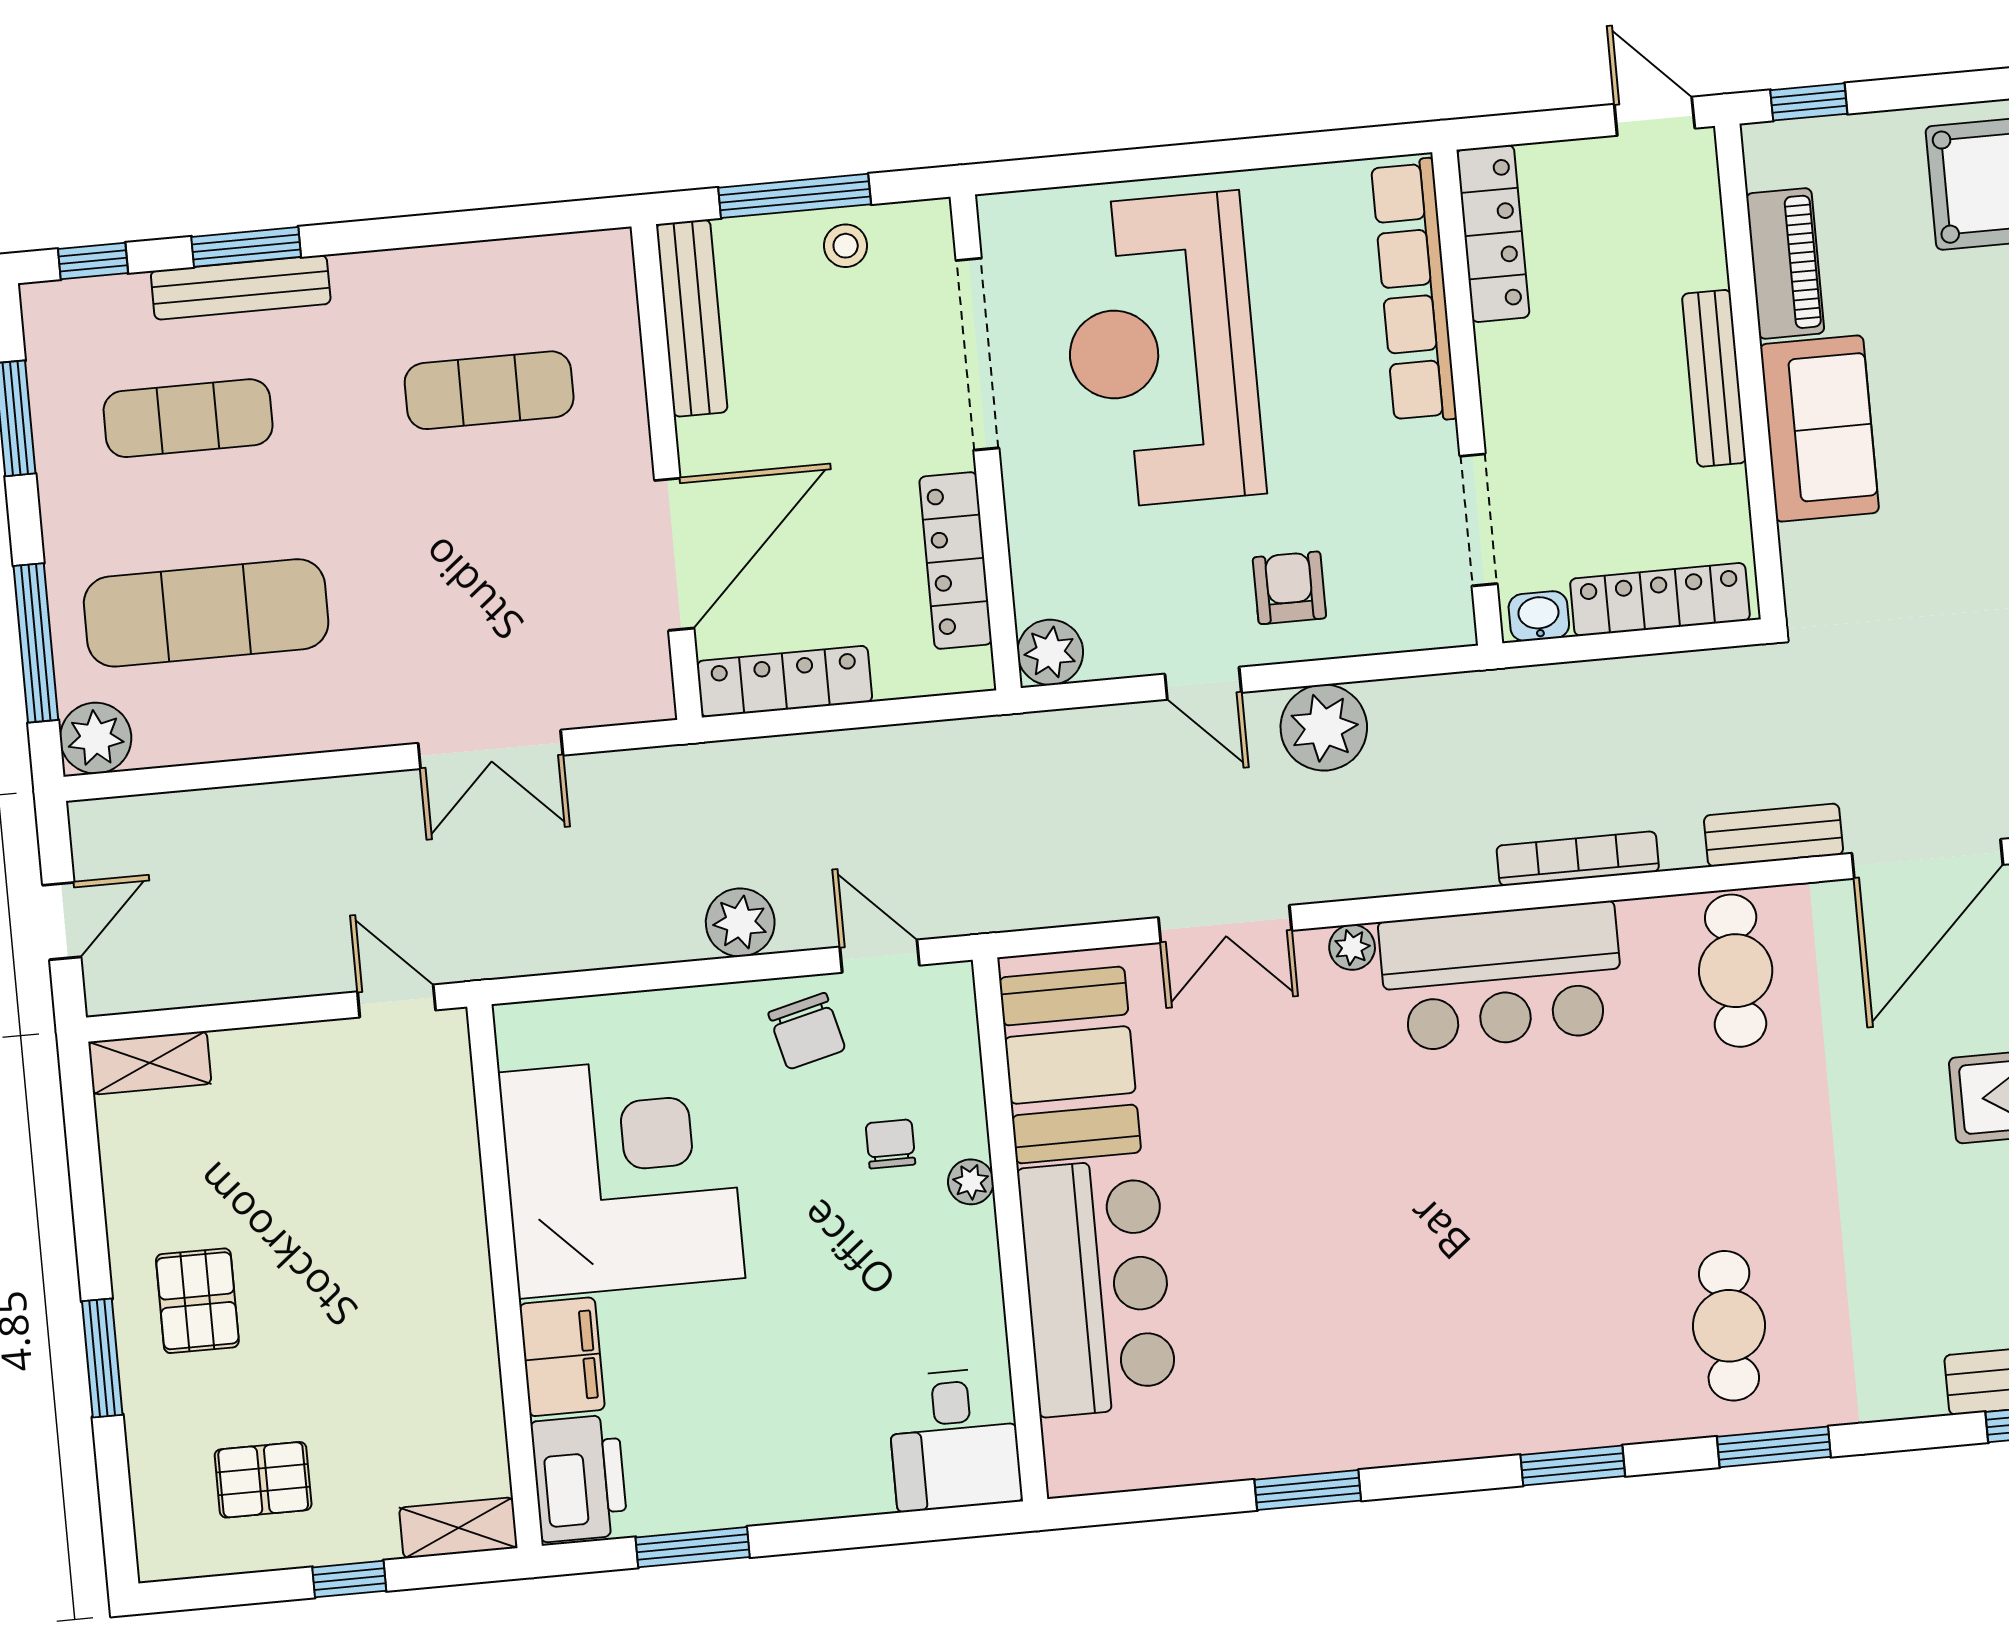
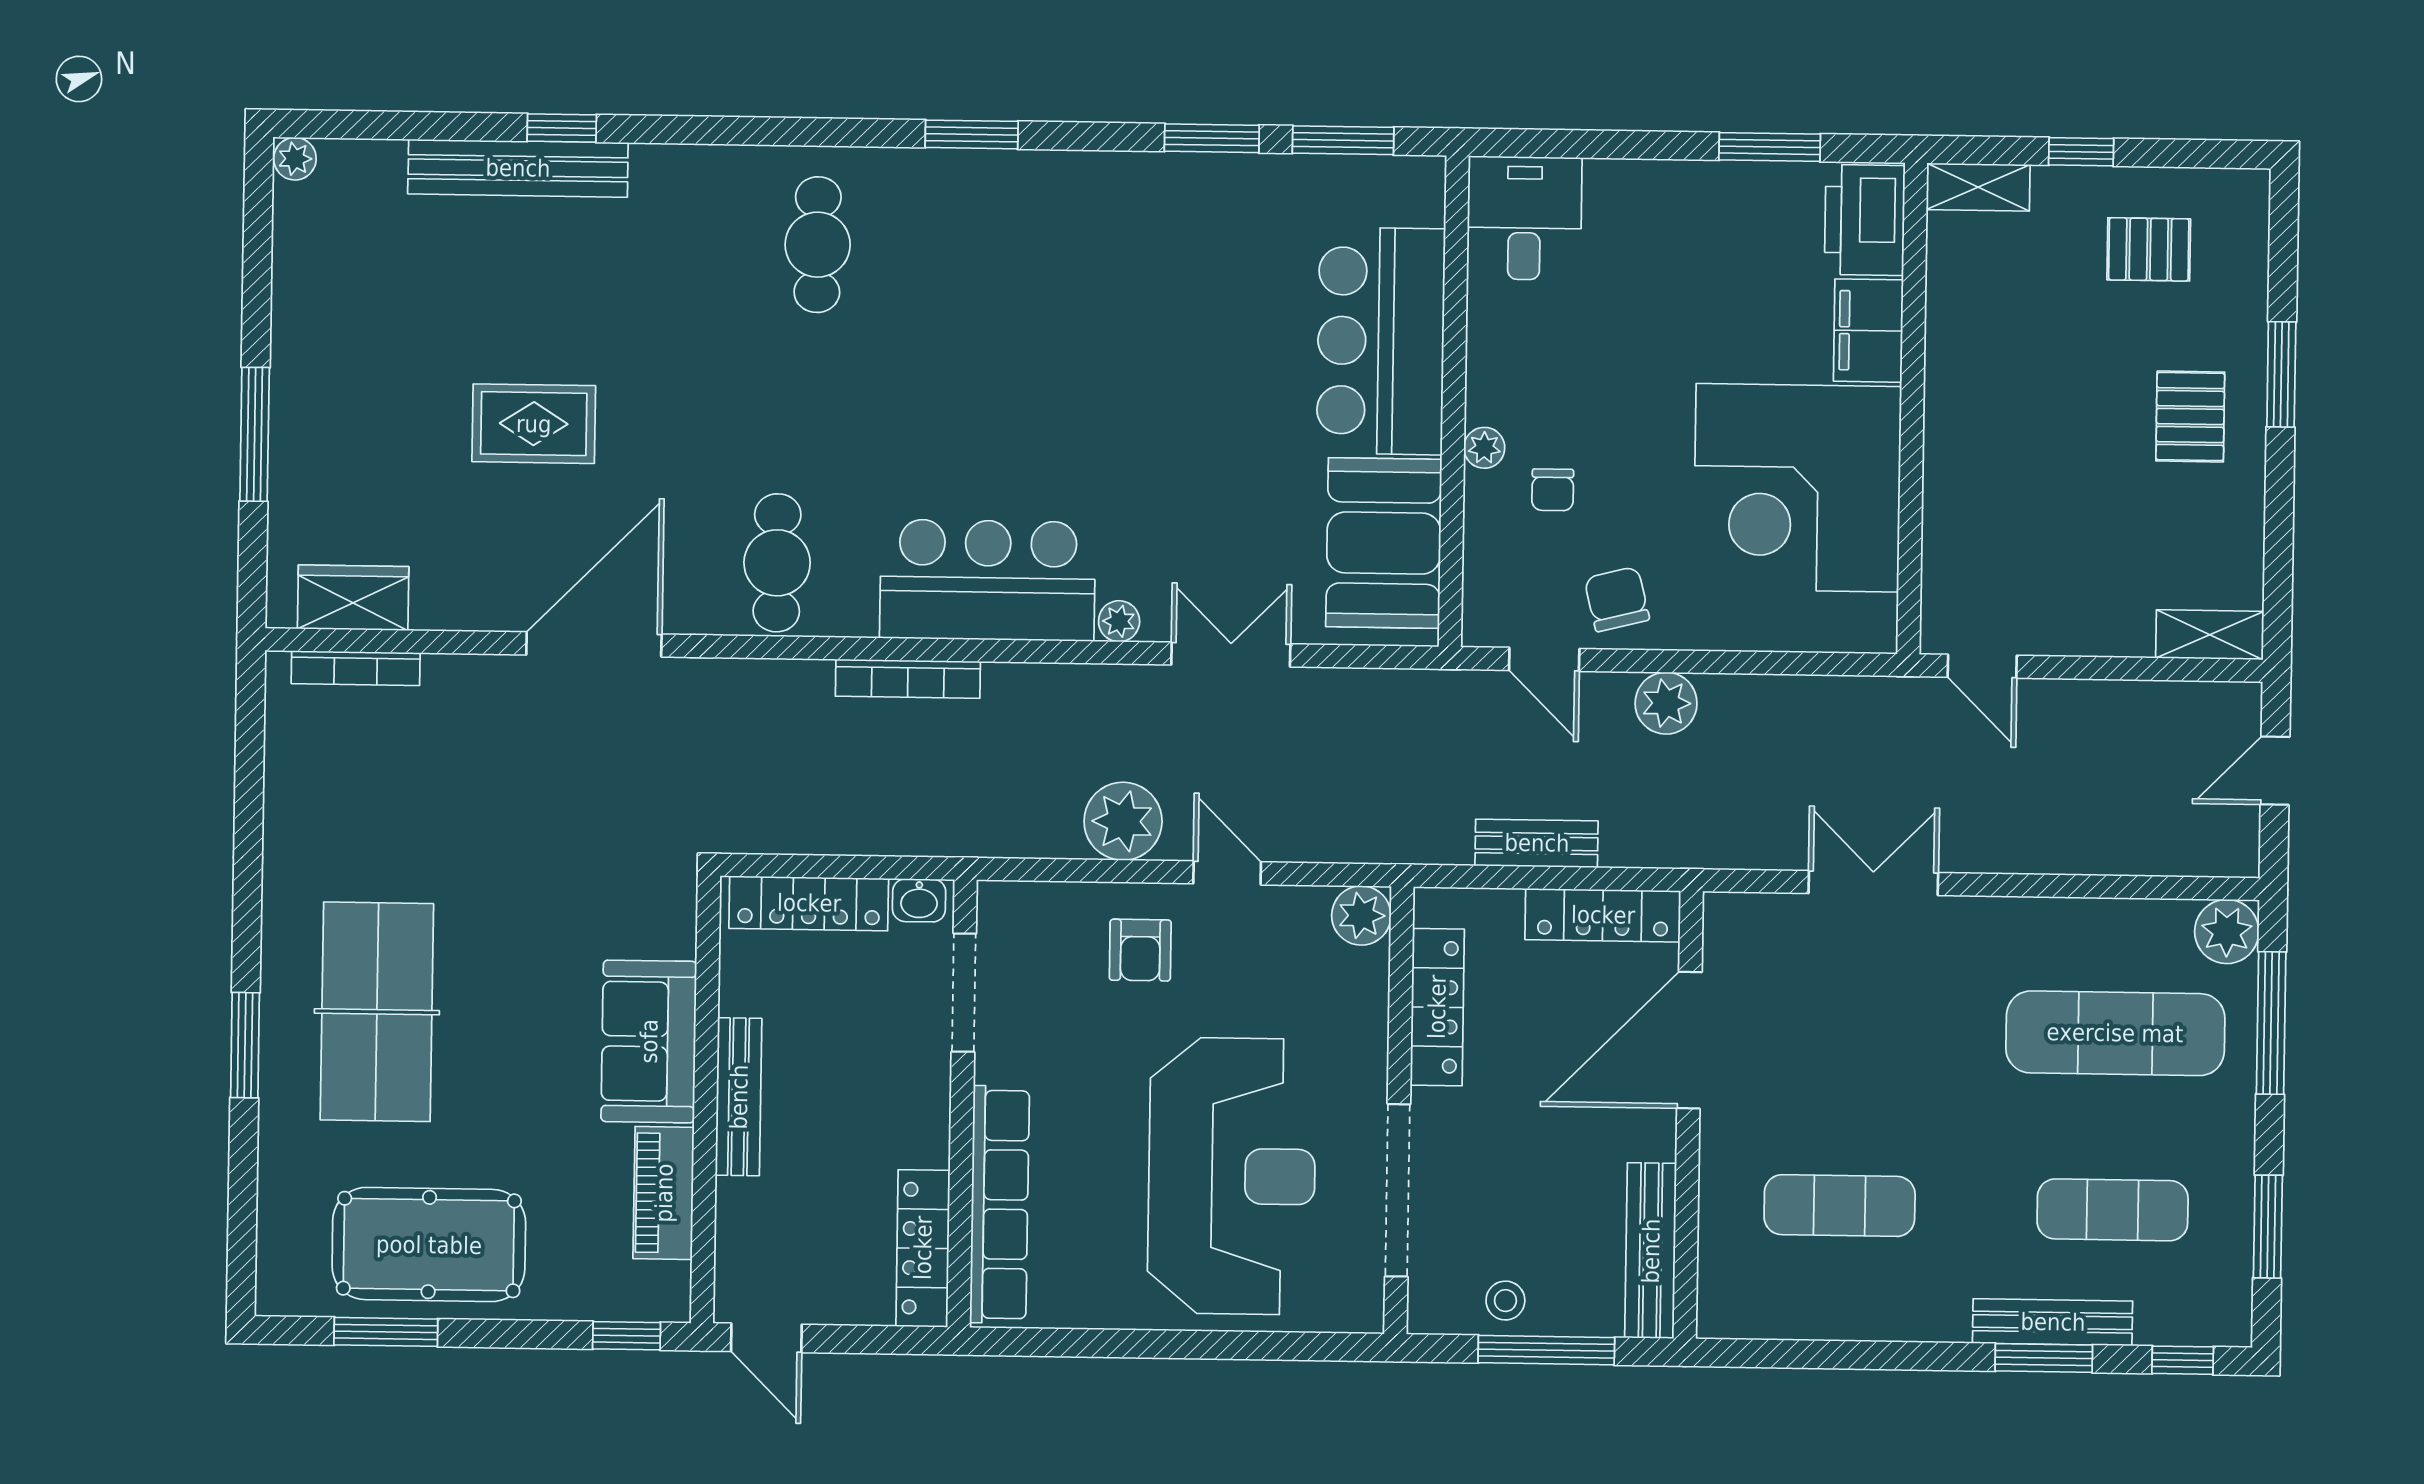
bench: (1773, 835) -> (1537, 843), moved
window: (1774, 1447) -> (1343, 140), moved

